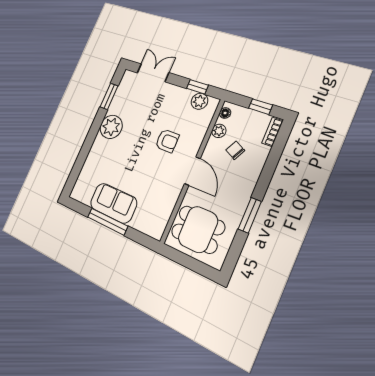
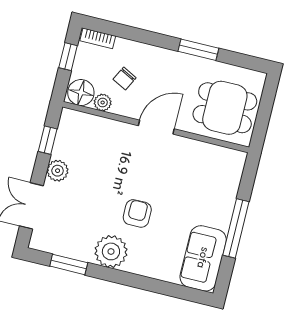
plant: (199, 101) -> (58, 171), moved
floor lamp: (225, 113) -> (81, 93), width x1.89, depth x1.89
armchair: (167, 141) -> (137, 213), moved
sofa: (113, 203) -> (203, 258), moved
dining table: (198, 229) -> (225, 108), turned 90

